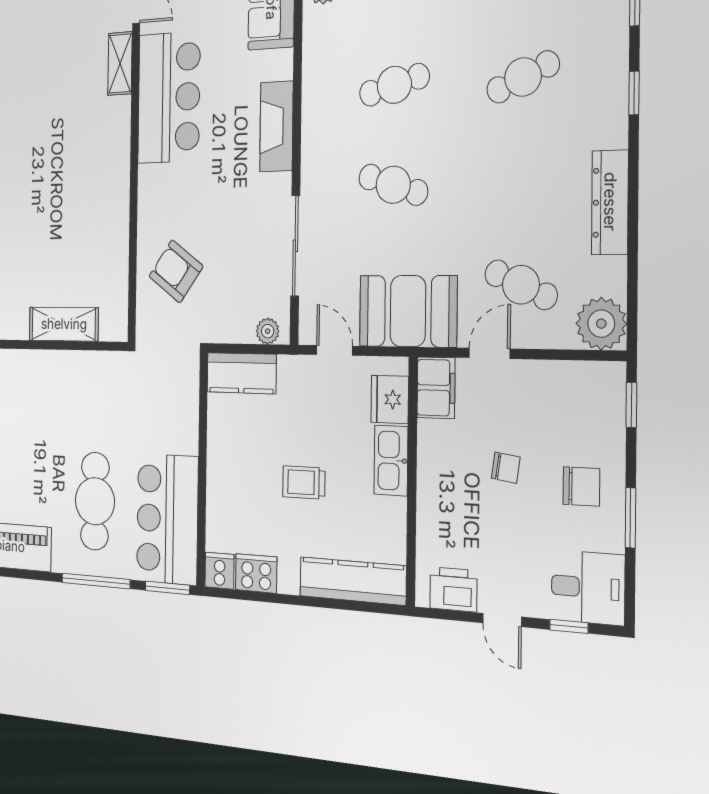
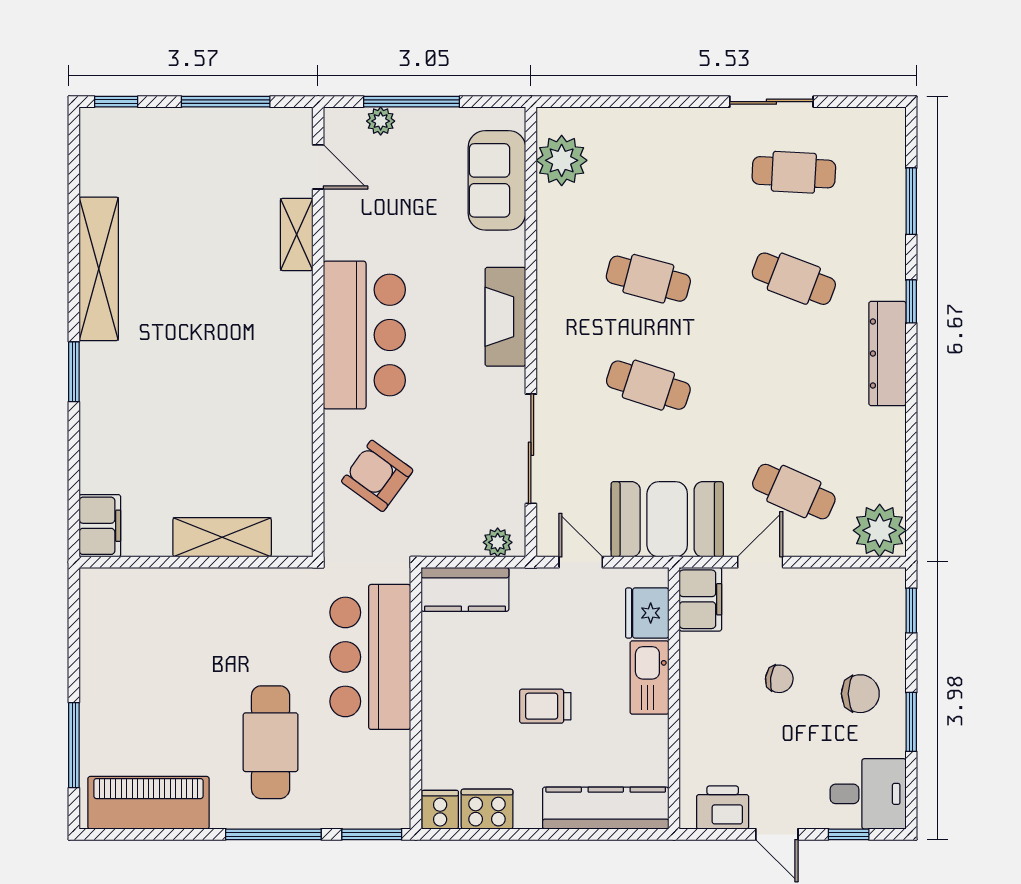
cafe table: (523, 77) -> (794, 279), turned 45
cafe table: (394, 85) -> (648, 279), turned 30
bar counter: (169, 97) -> (364, 335), moved
dresser: (610, 202) -> (887, 353), moved
bar counter: (167, 519) -> (370, 657), moved

